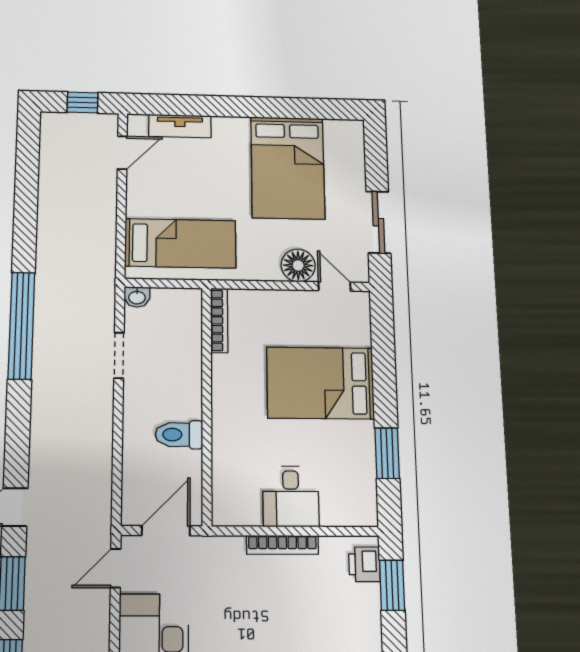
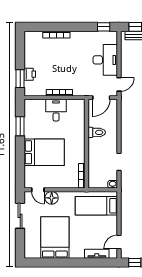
printer: (364, 564) -> (30, 74), moved

